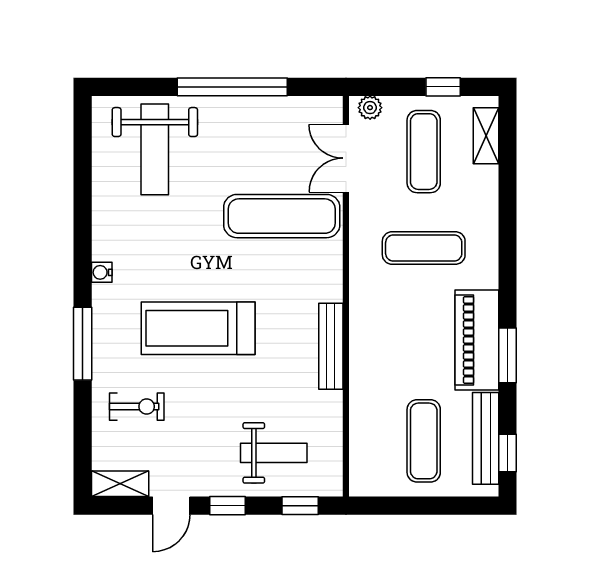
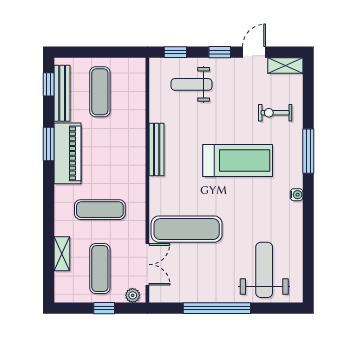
window: (443, 87) -> (104, 308), moved
shelving: (486, 136) -> (62, 254), moved

